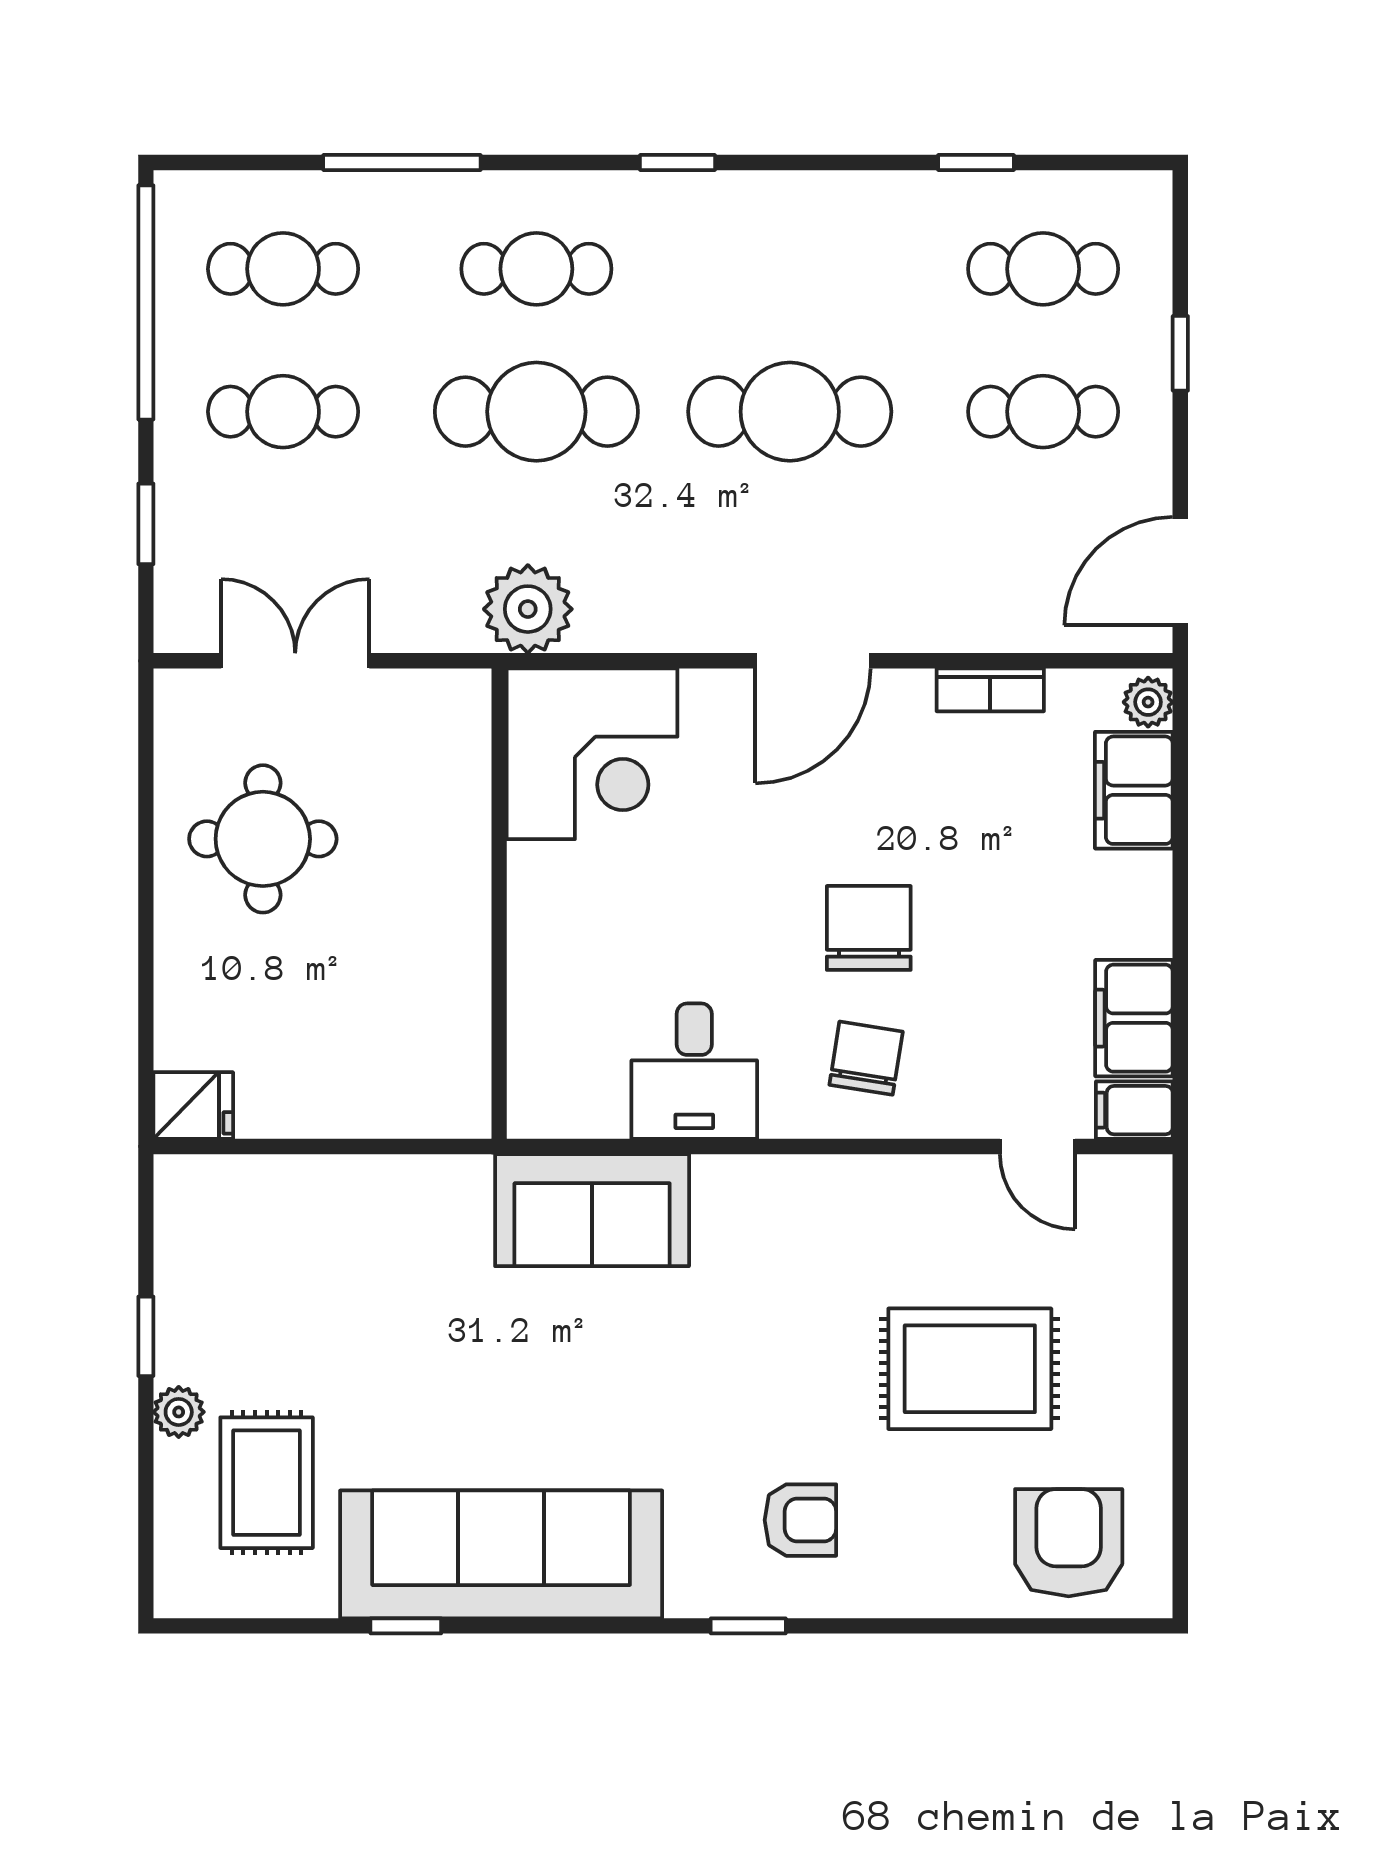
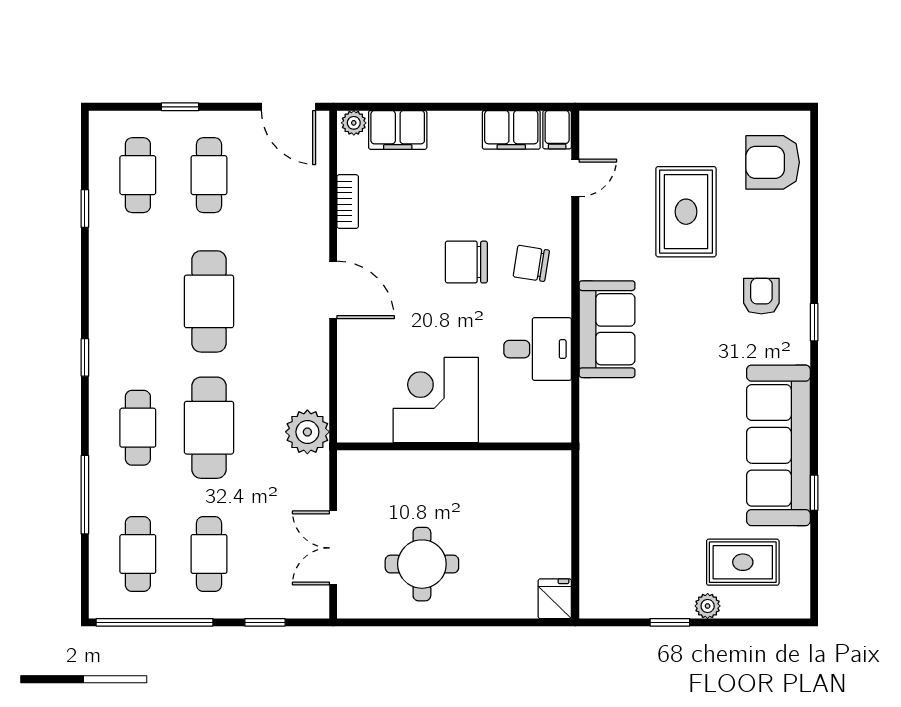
corner desk: (592, 754) -> (436, 400), moved, turned -90
sofa: (592, 1210) -> (607, 329), moved

